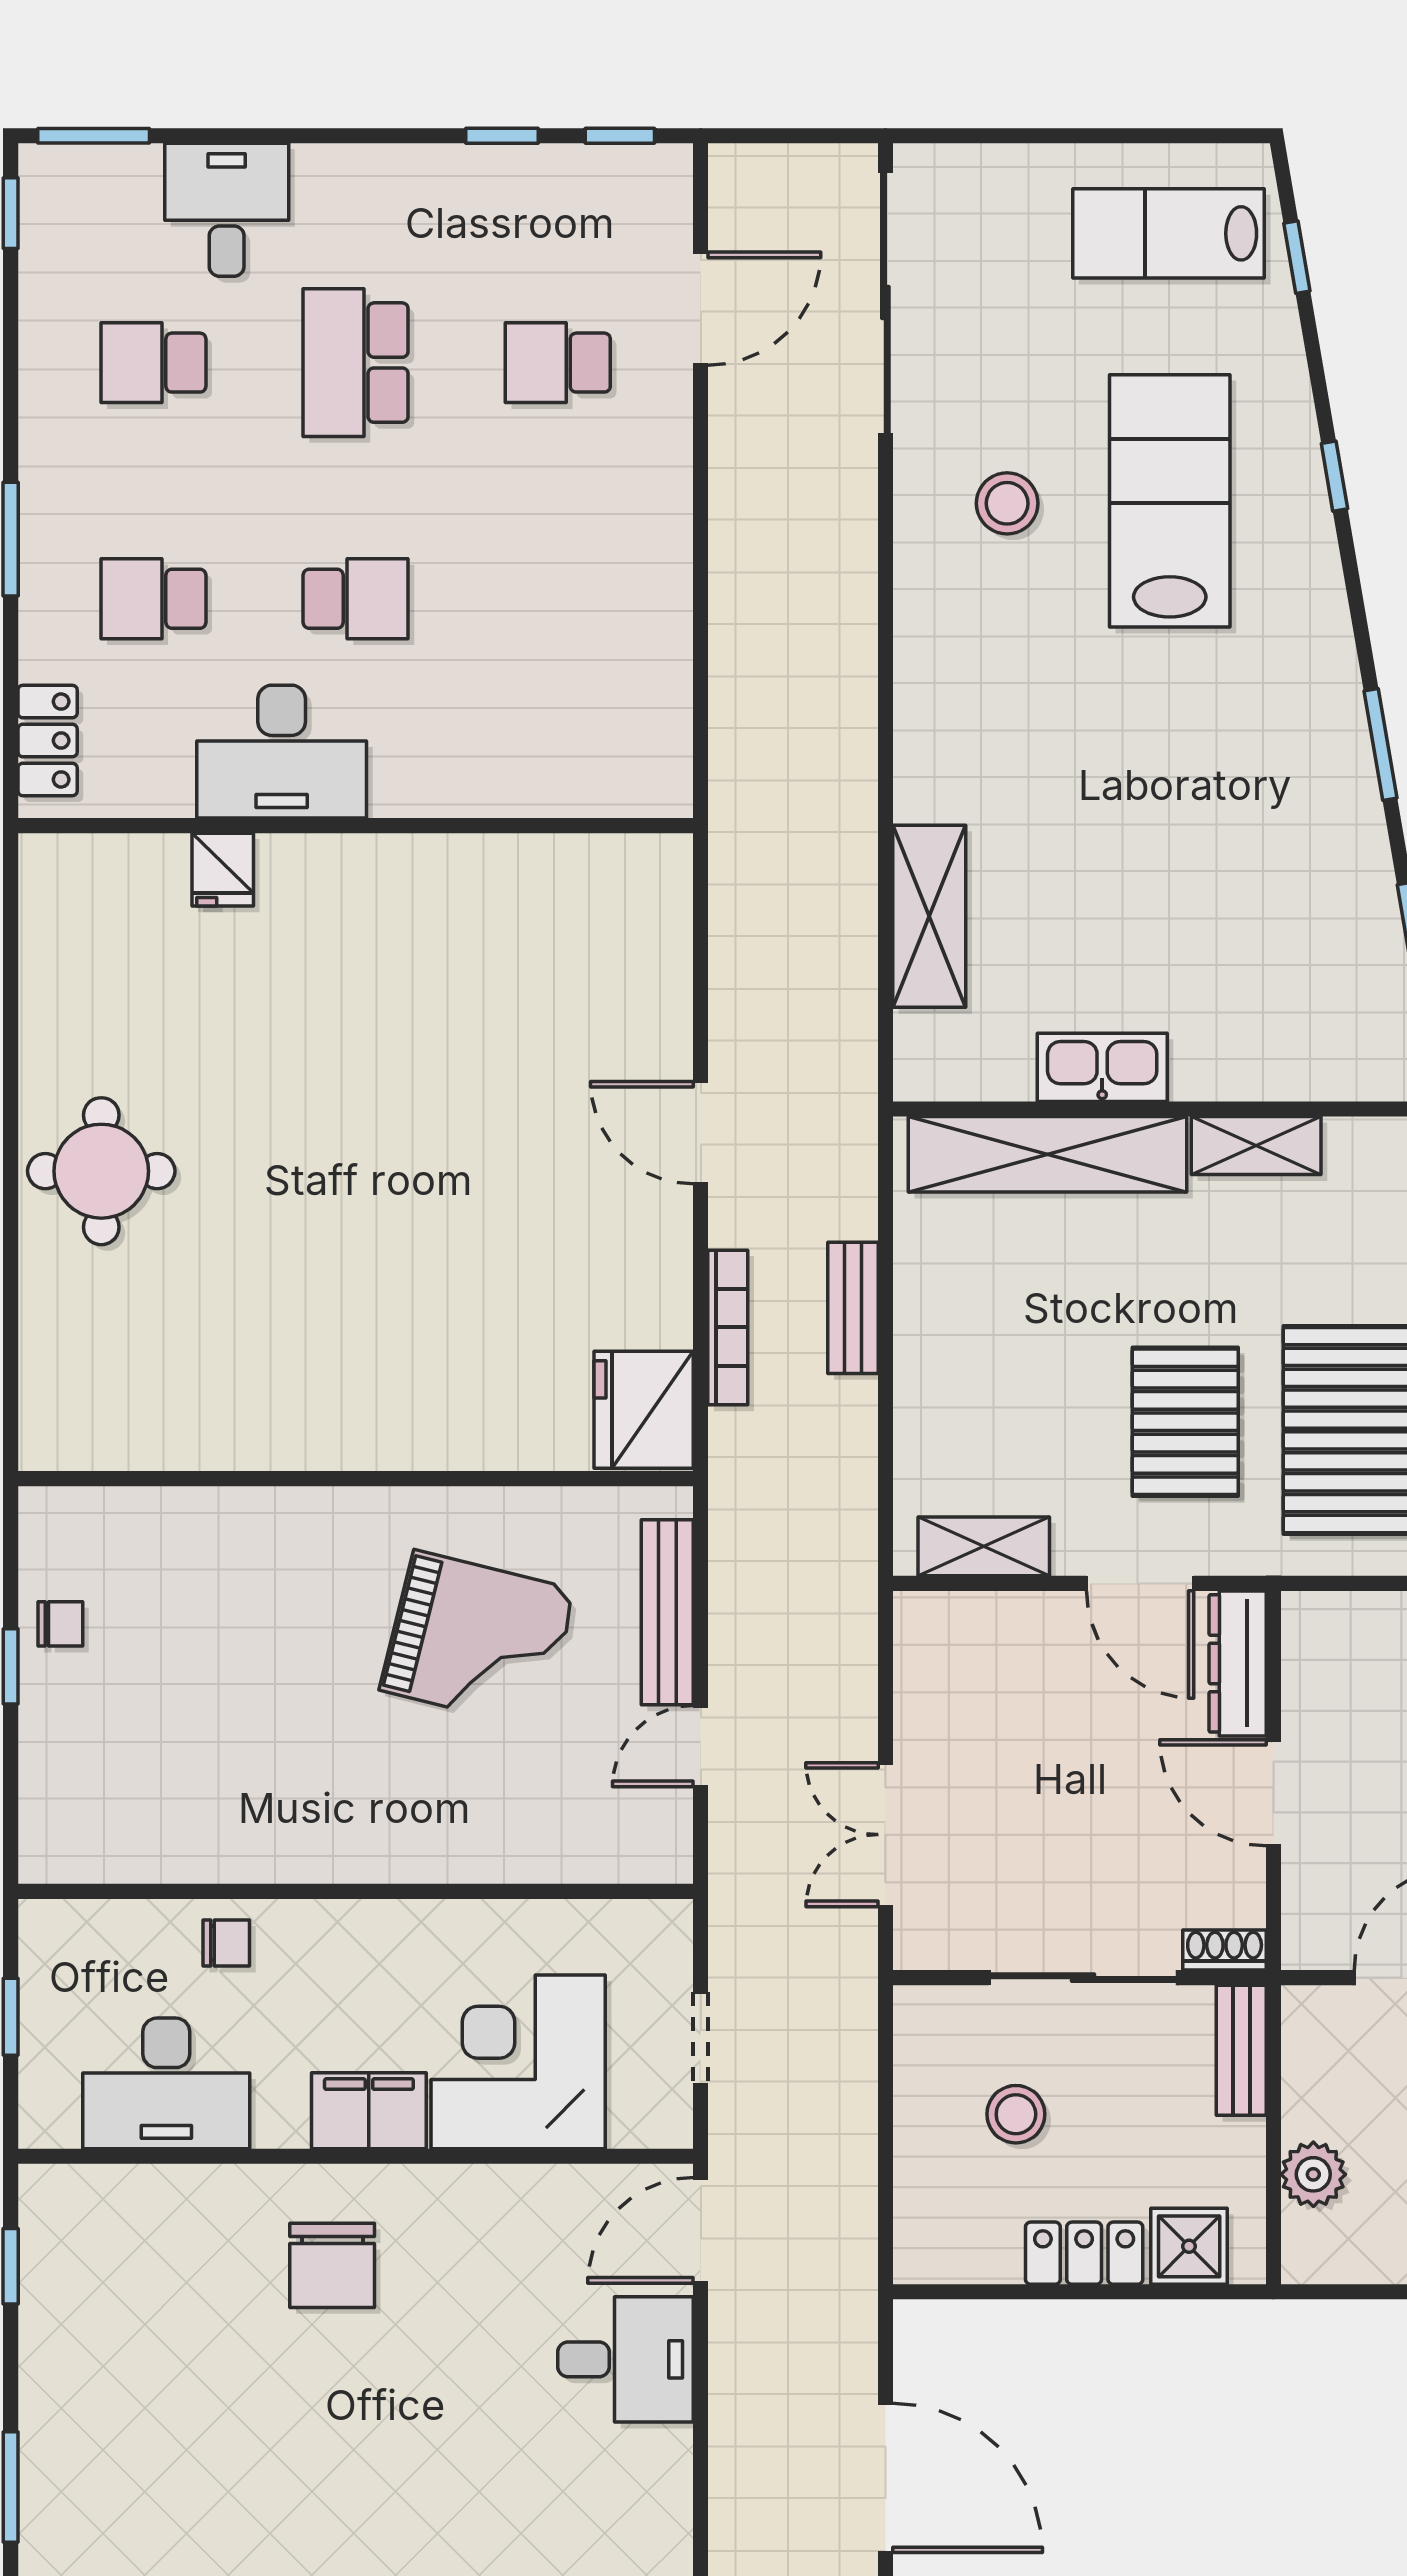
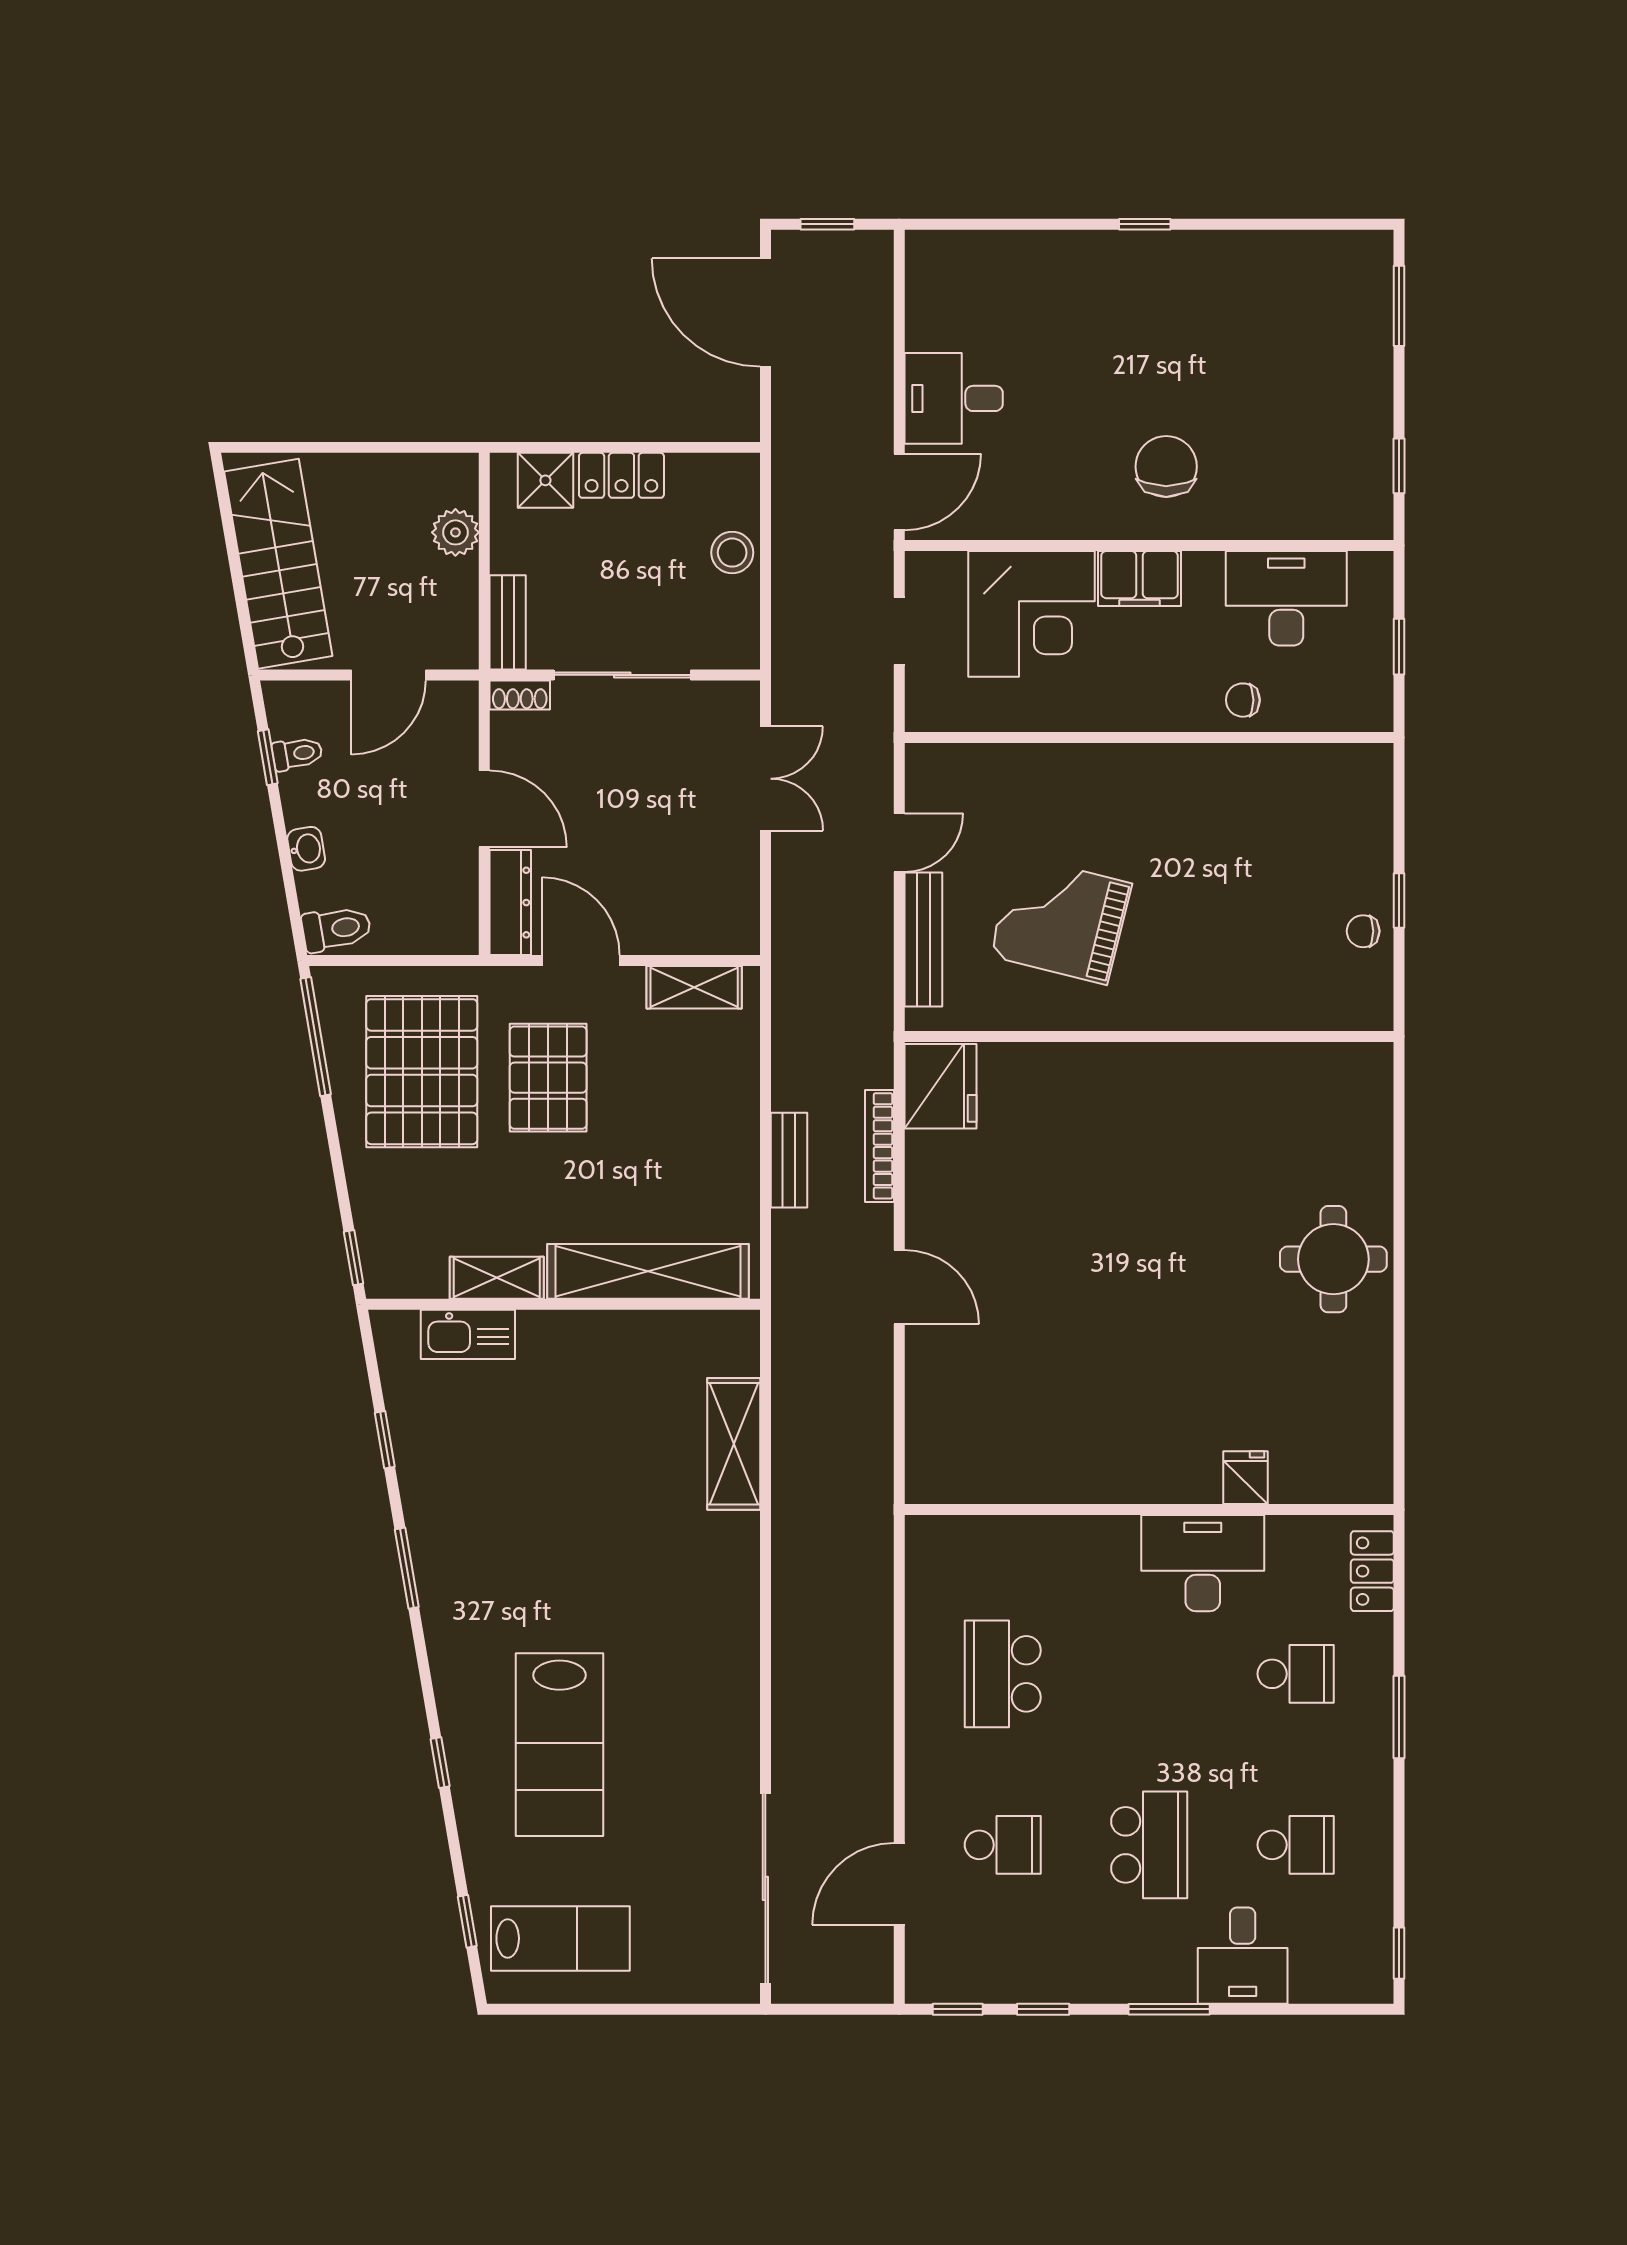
window: (94, 136) -> (1169, 2009), moved
stool: (1007, 503) -> (677, 1743), removed
school desk: (356, 599) -> (1003, 1674), moved, width x1.85
kitchen sink: (1102, 1067) -> (468, 1334), moved
stool: (1016, 2114) -> (732, 553), moved

